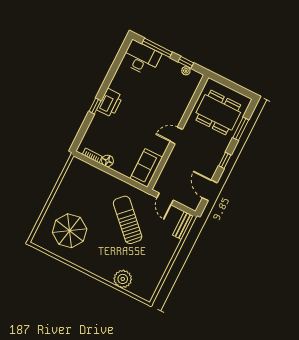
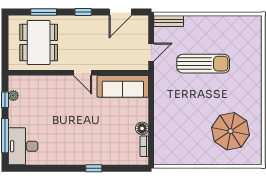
printer: (110, 103) -> (83, 155), removed
sofa: (146, 168) -> (123, 86), width x1.36
sun lounger: (128, 220) -> (203, 64), moved, turned -135
plant: (123, 279) -> (252, 54), removed

